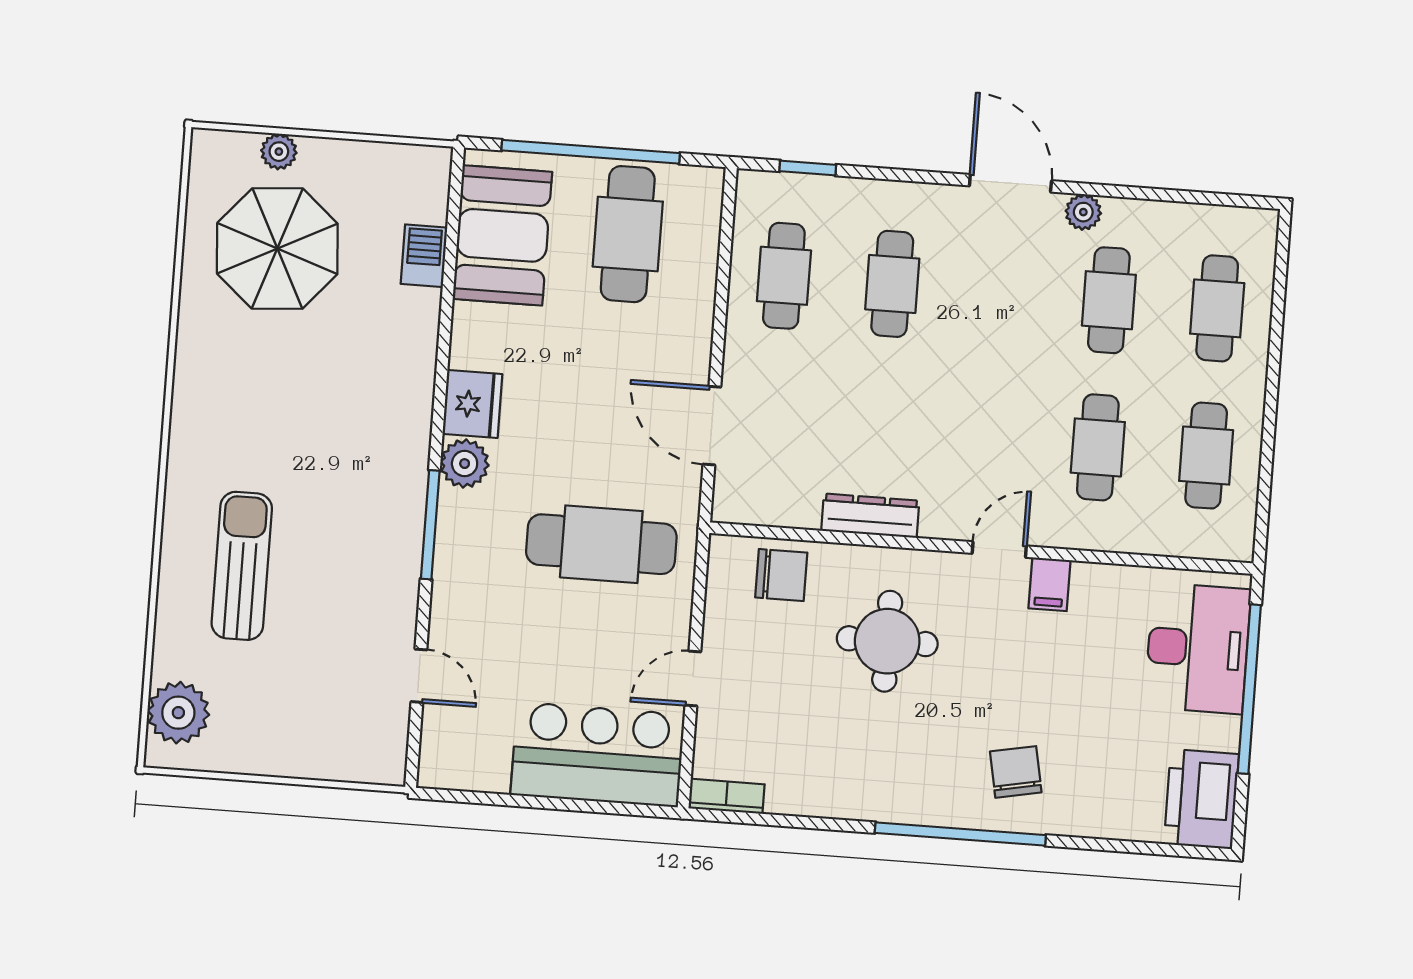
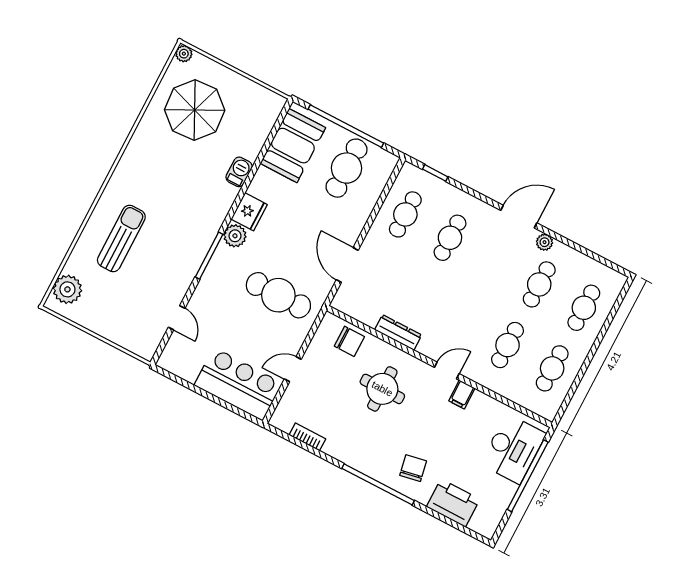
plant: (279, 152) -> (184, 54), moved
door: (1010, 183) -> (519, 217), hinge flipped
barbecue: (424, 256) -> (239, 172), moved
bookcase: (727, 796) -> (307, 437), moved
printer: (1201, 799) -> (453, 503), moved, turned 90

